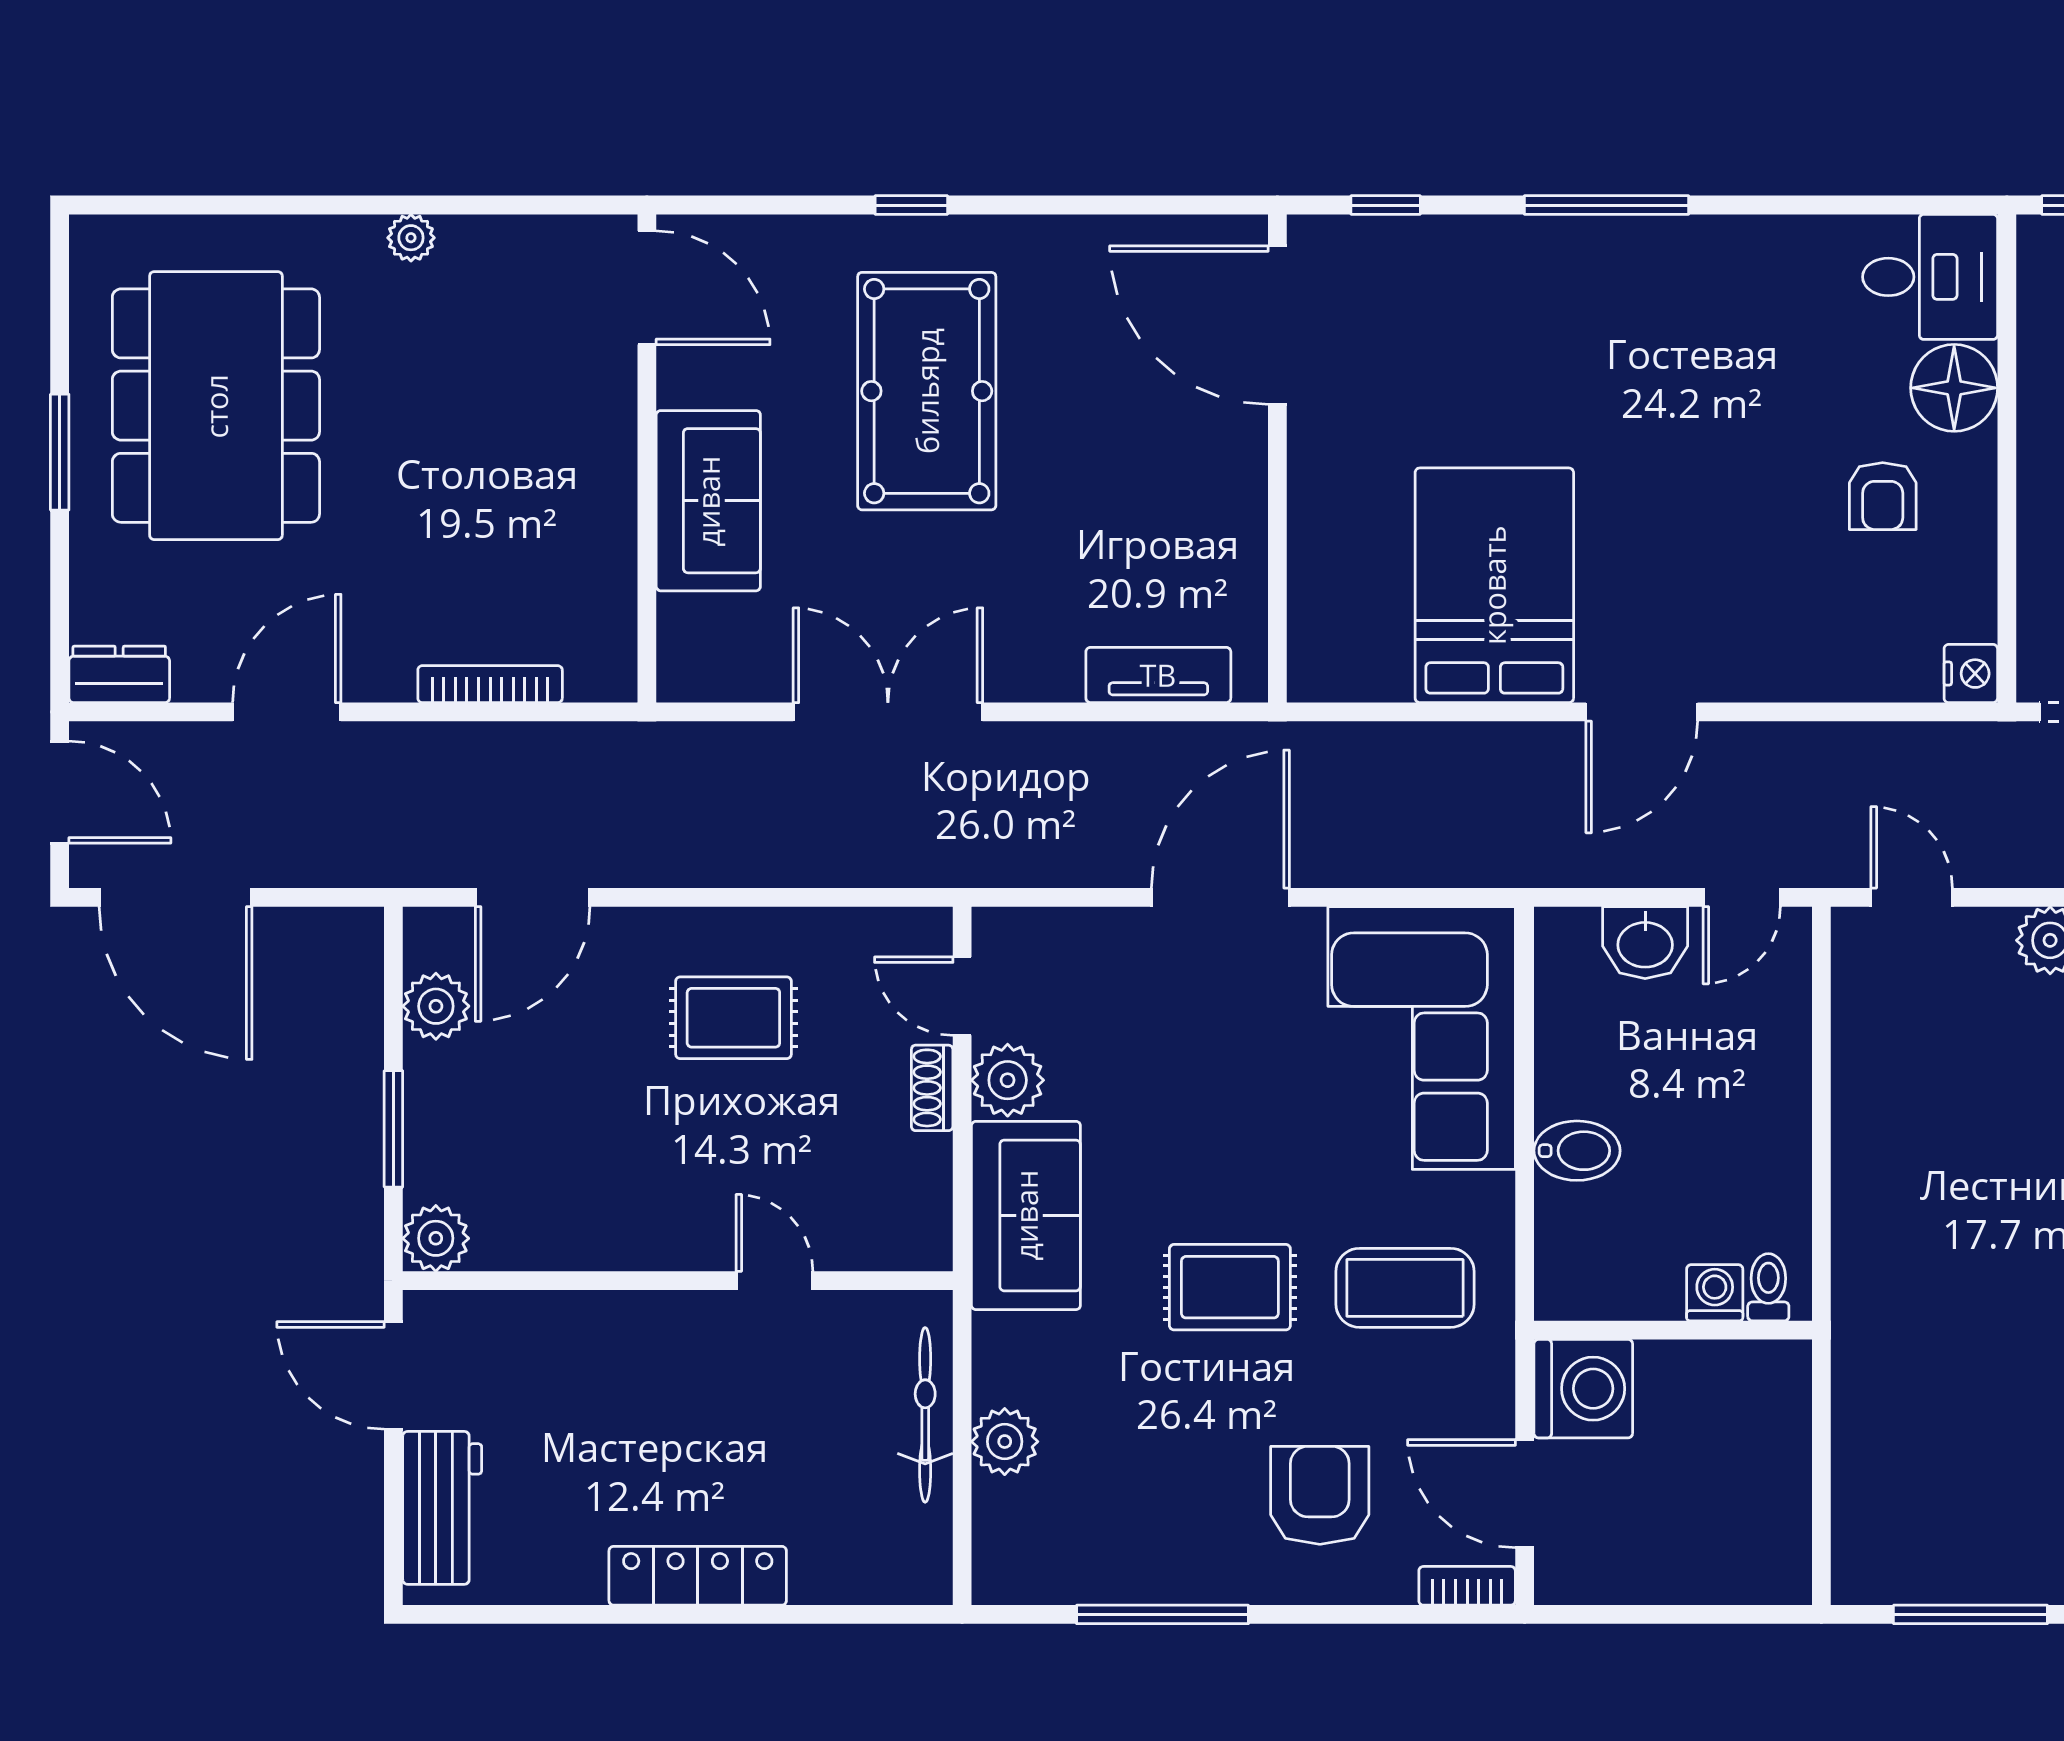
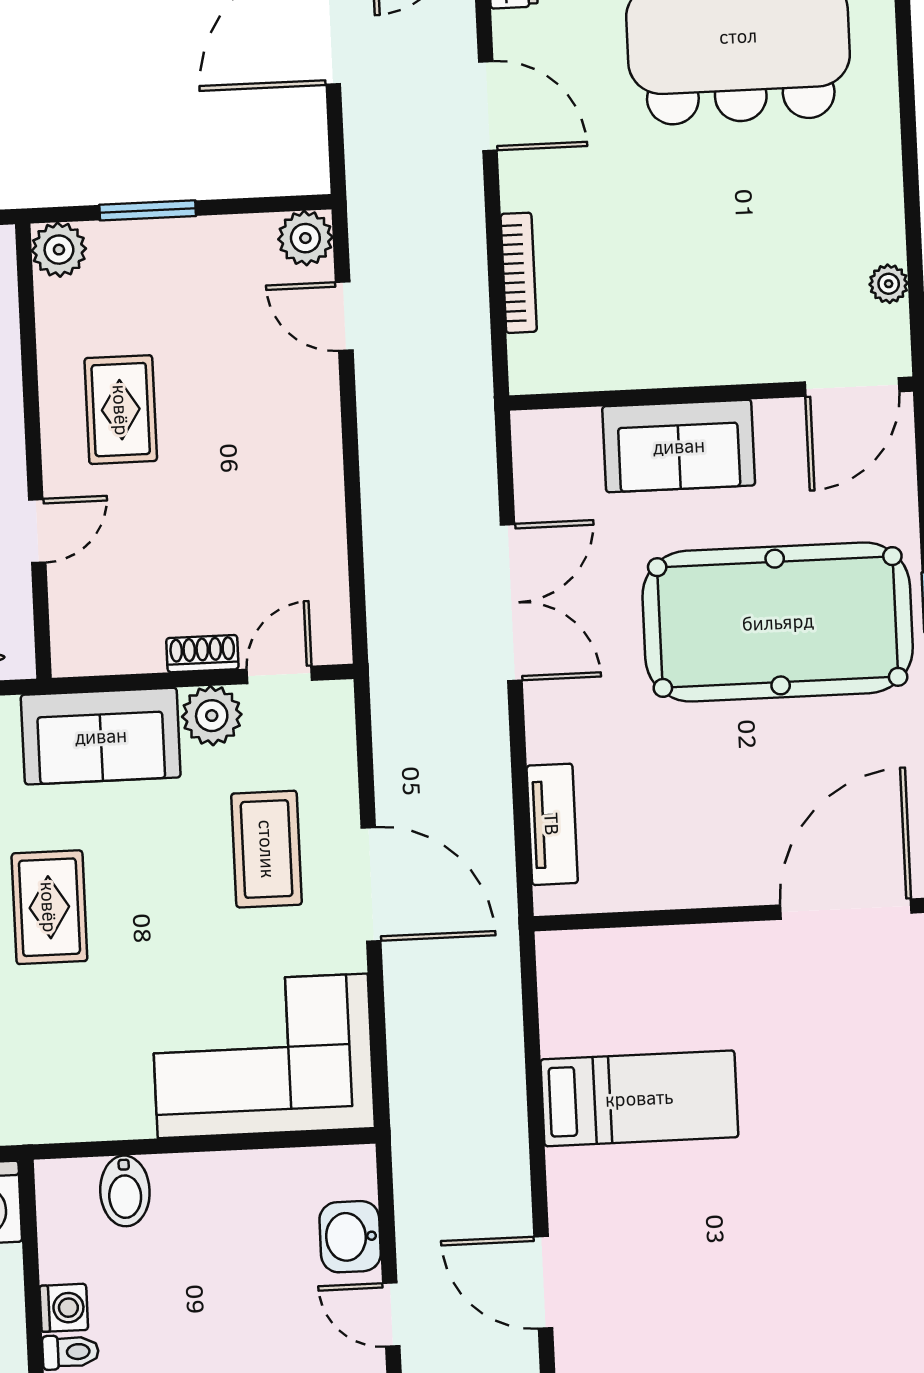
plant: (411, 238) -> (889, 284), moved
pool table: (927, 391) -> (778, 622), width x1.36, depth x1.32
bed: (1494, 585) -> (639, 1098), width x0.67
door: (1642, 712) -> (543, 1282), moved
door: (533, 897) -> (344, 316), width x0.73
plant: (436, 1006) -> (305, 238), moved
rug: (733, 1018) -> (121, 410), moved
bidet: (1577, 1151) -> (125, 1191), moved
coffee table: (1405, 1288) -> (267, 849), moved

